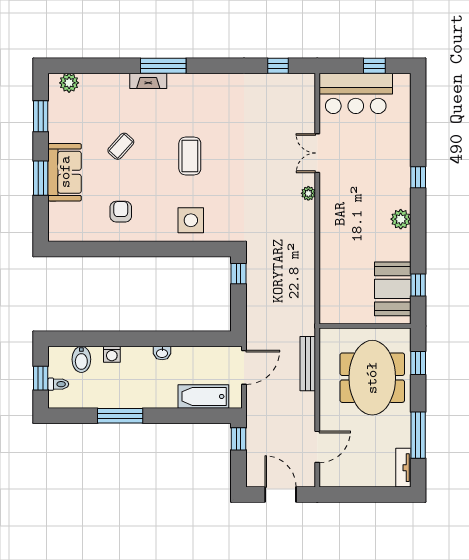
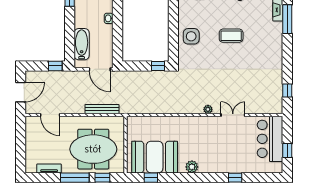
window: (418, 177) -> (235, 178), moved
booth: (393, 289) -> (155, 157), width x1.36, depth x1.42
window: (418, 435) -> (75, 178), moved
tv unit: (403, 468) -> (49, 168), moved

